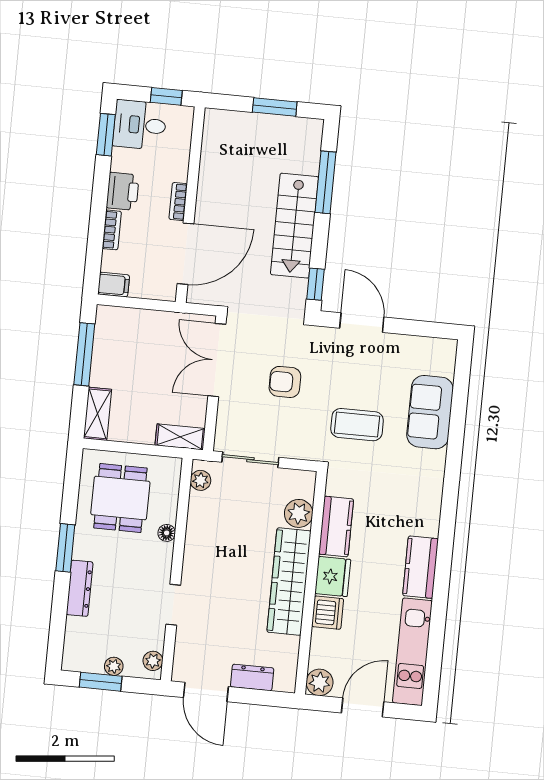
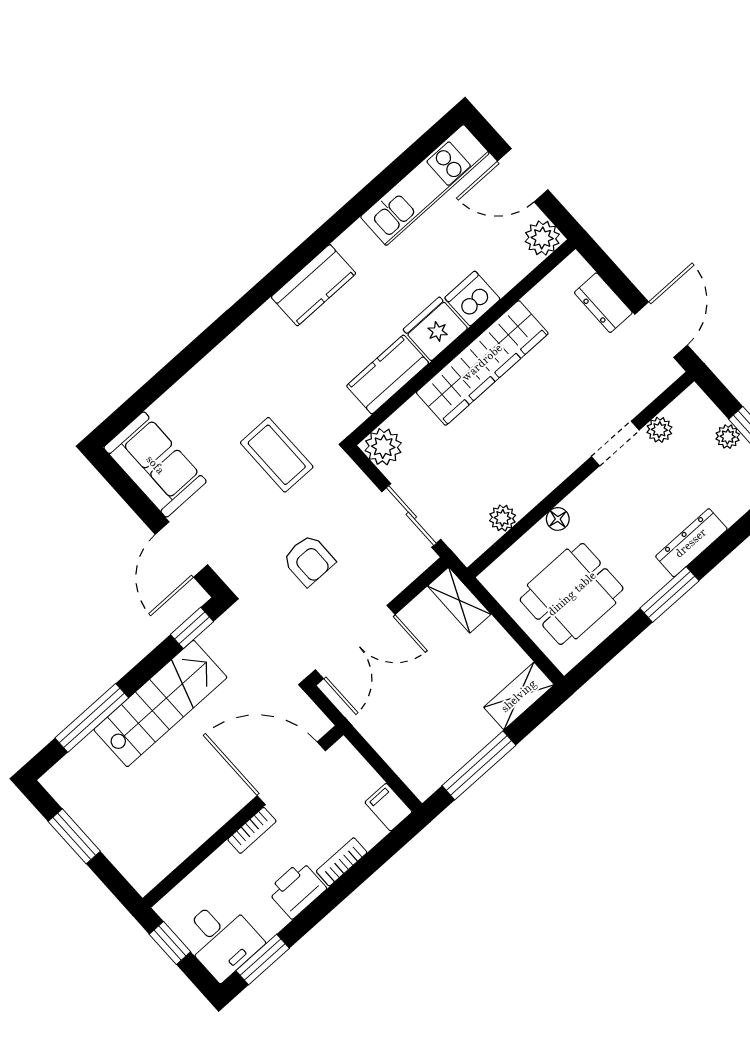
sofa: (430, 412) -> (155, 465), moved, turned -90
plant: (201, 480) -> (503, 518), moved
plant: (299, 513) -> (383, 447), moved
kitchen counter: (421, 567) -> (314, 285), moved
plant: (153, 661) -> (659, 430), moved

